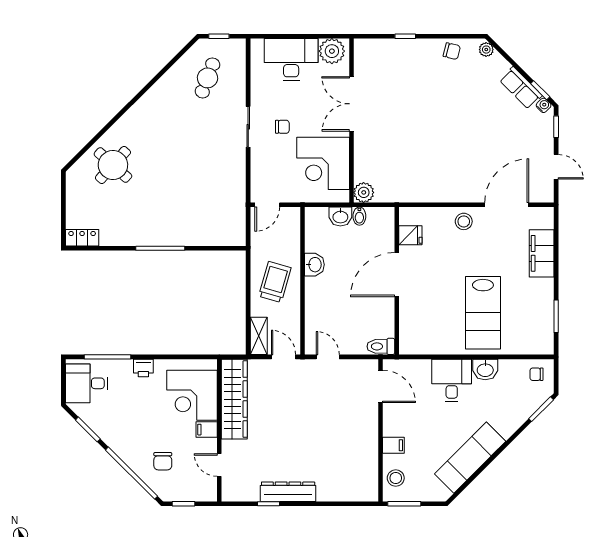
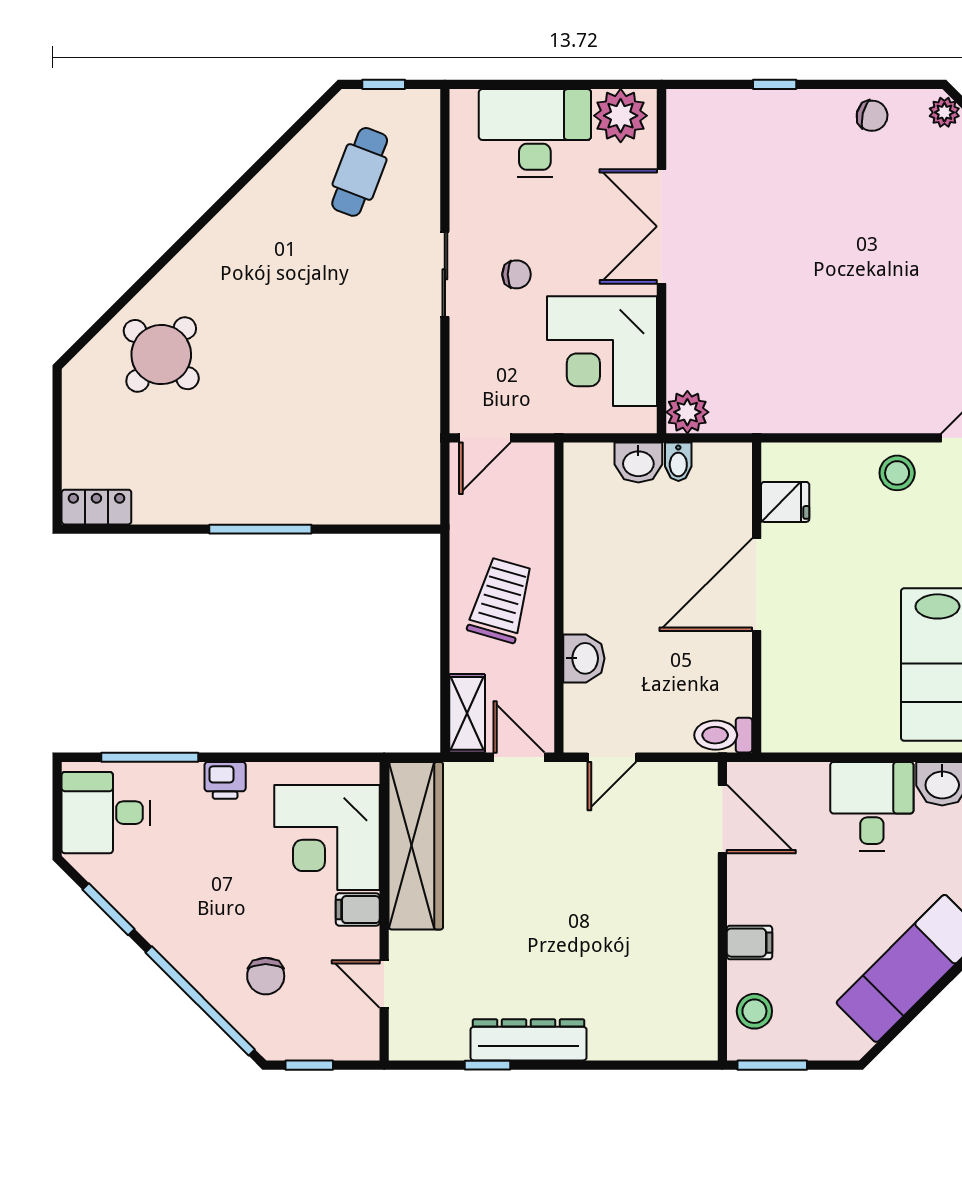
washbasin: (314, 265) -> (584, 658), moved
door: (328, 357) -> (612, 757), swing flipped

